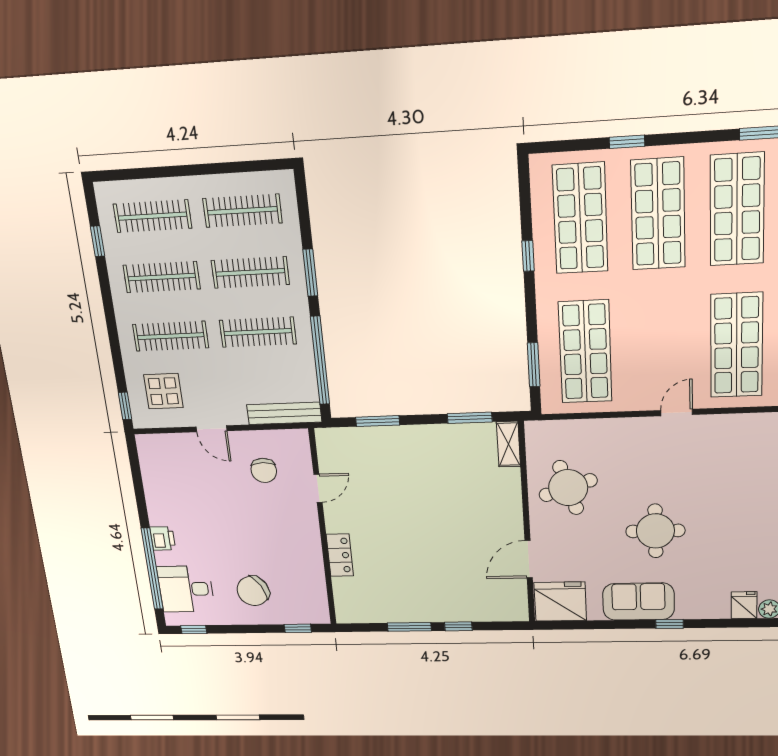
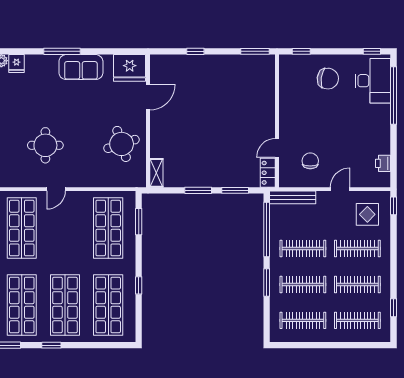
window: (627, 142) -> (51, 345), moved
window: (470, 418) -> (198, 190), moved
door: (211, 429) -> (340, 189), hinge flipped
round table: (655, 531) -> (45, 145), moved
printer: (163, 538) -> (383, 163), moved
locker: (340, 555) -> (268, 173), moved
desk: (186, 589) -> (373, 81), width x1.37
chair: (253, 591) -> (328, 79), turned 39
window: (670, 624) -> (62, 51), width x2.17
window: (409, 627) -> (255, 51), moved

